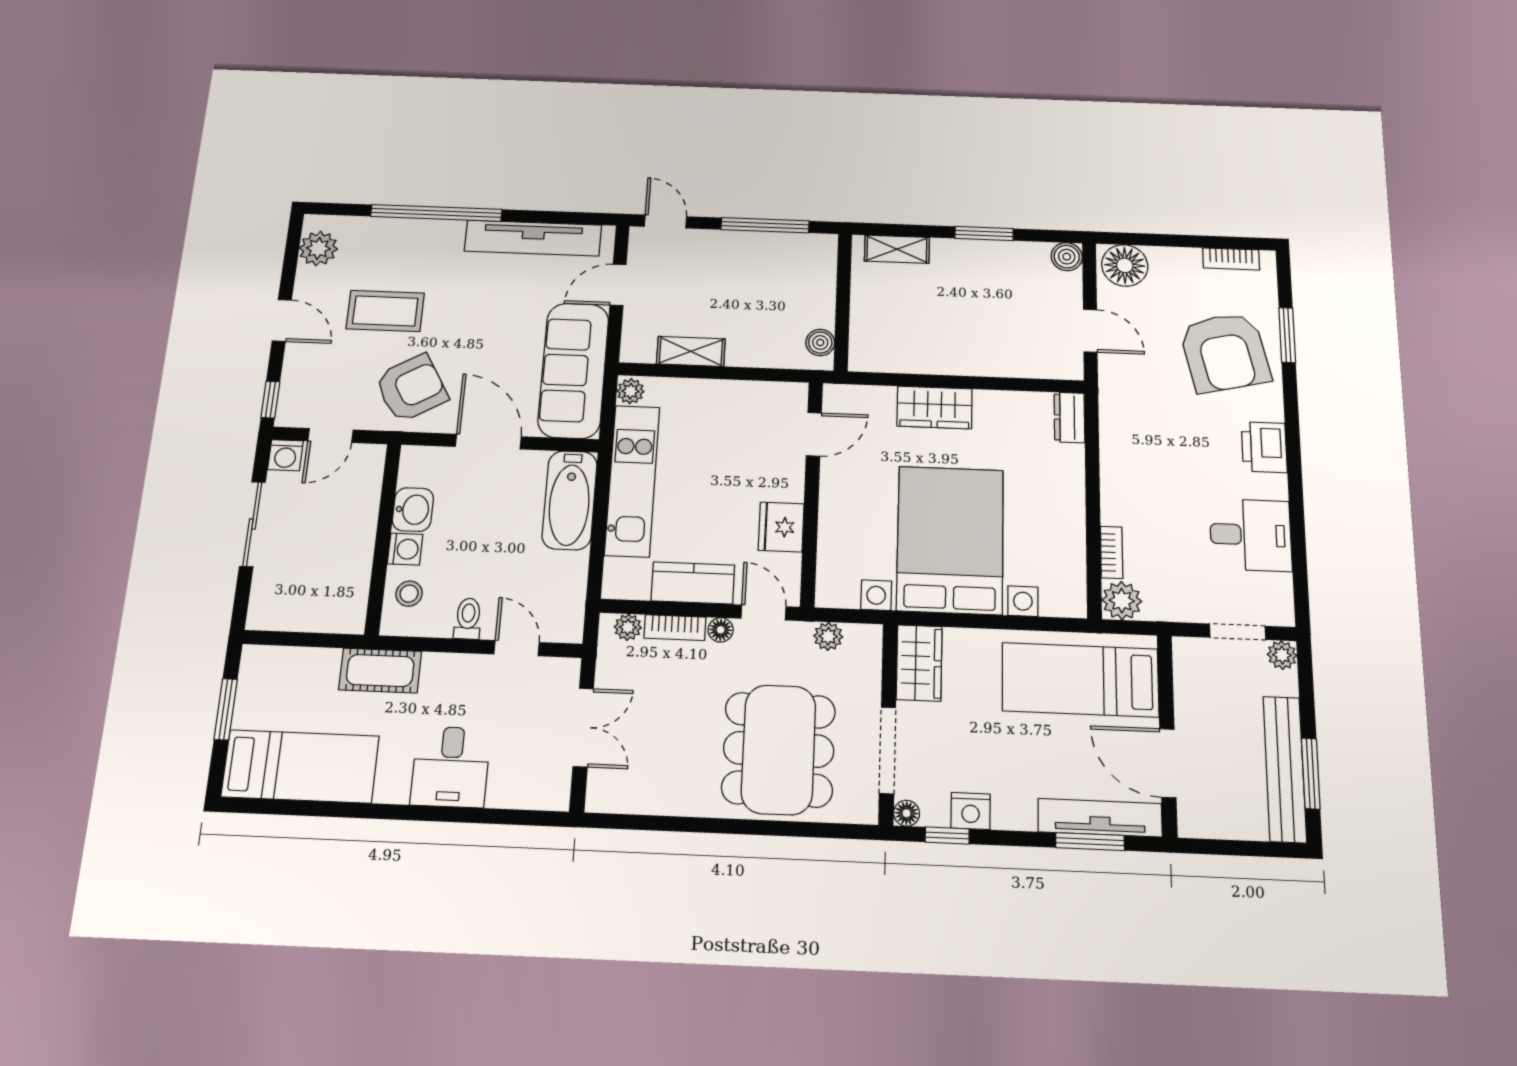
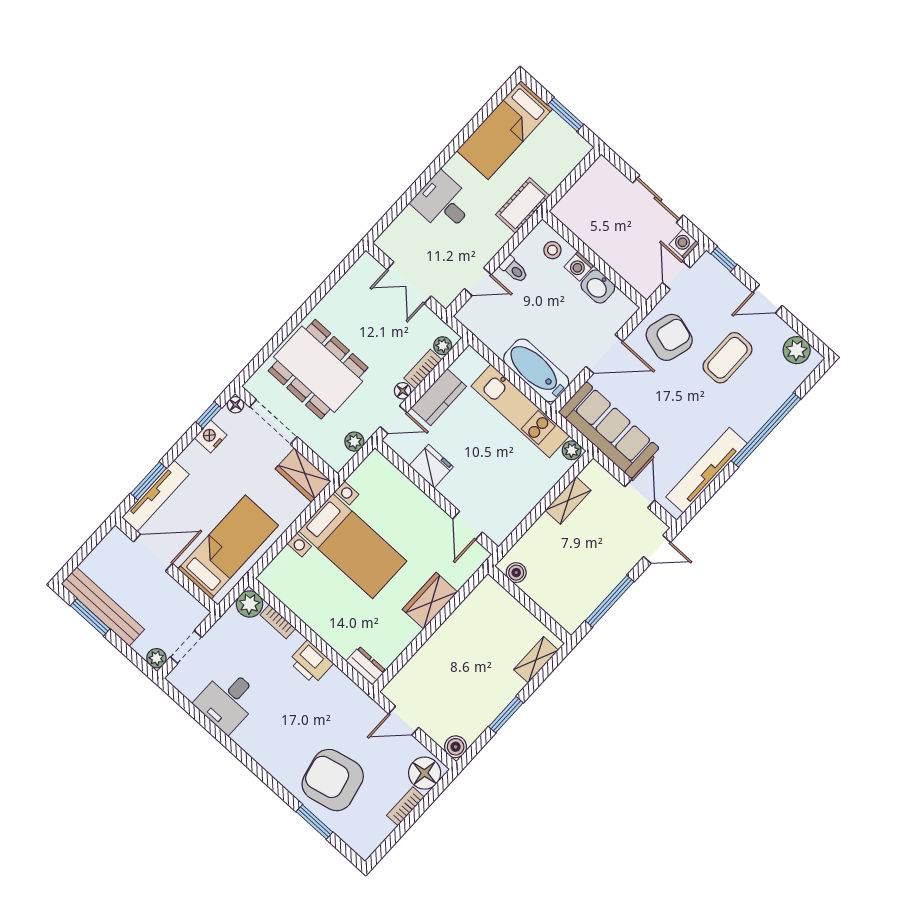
bookcase: (1231, 259) -> (405, 806), moved
armchair: (411, 388) -> (669, 337), turned -134
printer: (1264, 447) -> (311, 662), moved, turned 180
bed with nightstands: (950, 540) -> (353, 546), width x0.73

